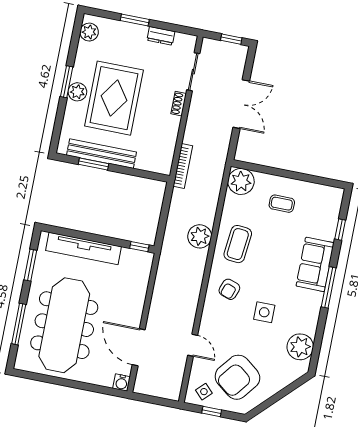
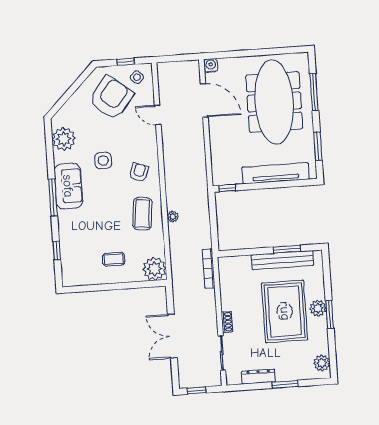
dresser: (161, 36) -> (258, 377), width x1.44
plant: (200, 236) -> (173, 217), width x0.53, depth x0.53
sofa: (315, 264) -> (68, 186), moved

